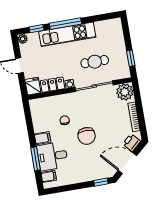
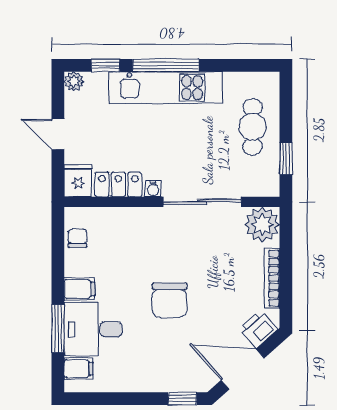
cafe table: (95, 62) -> (253, 127), moved, turned 90
chair: (65, 120) -> (78, 238), moved

